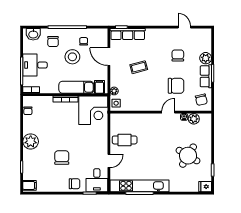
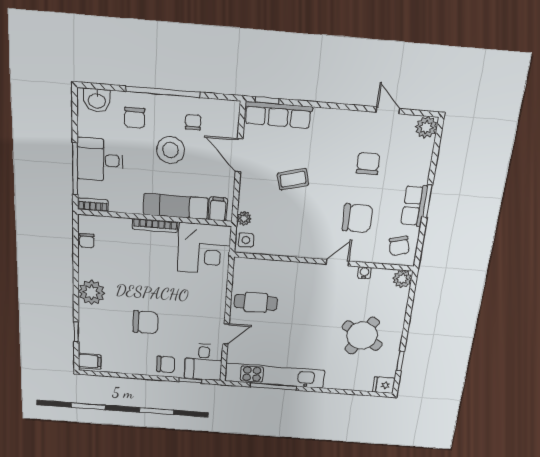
plant: (206, 58) -> (426, 127), moved
plant: (194, 119) -> (402, 279), moved
chair: (62, 158) -> (145, 322), turned 90

